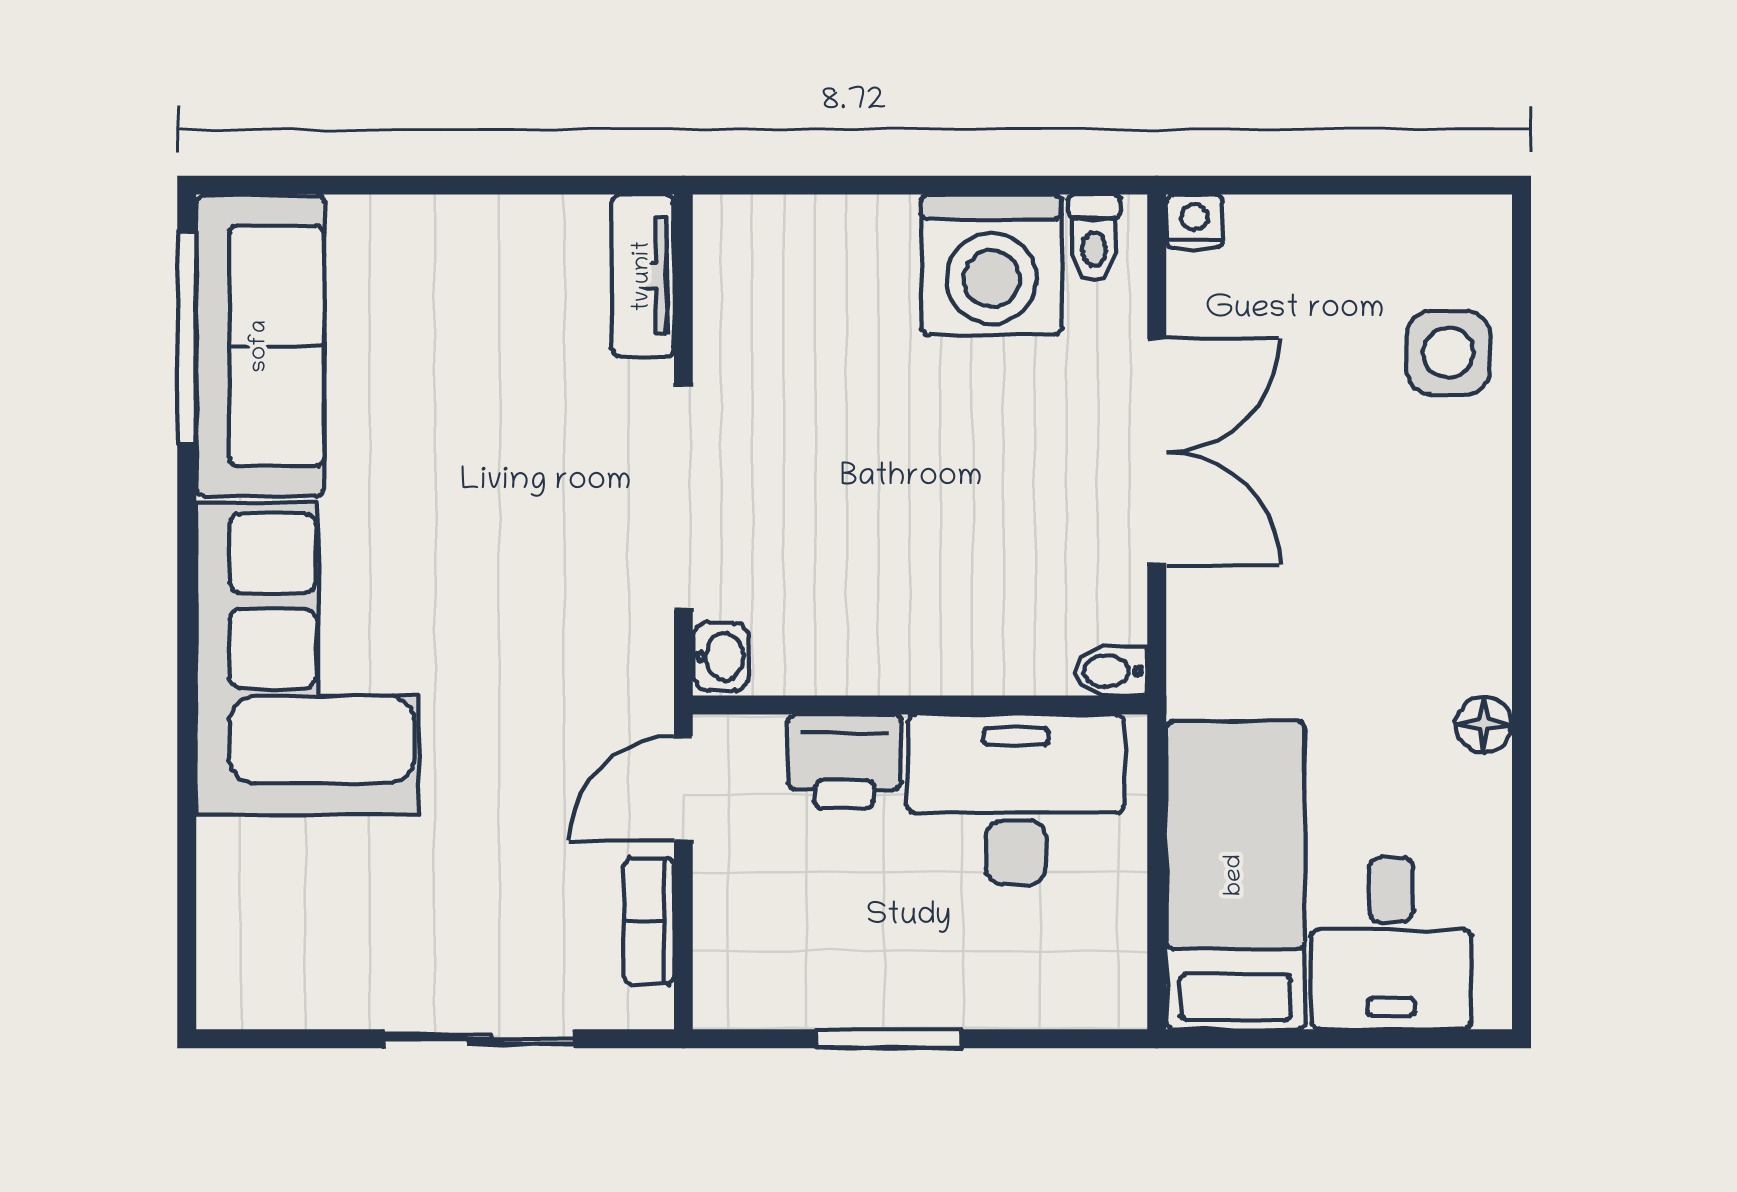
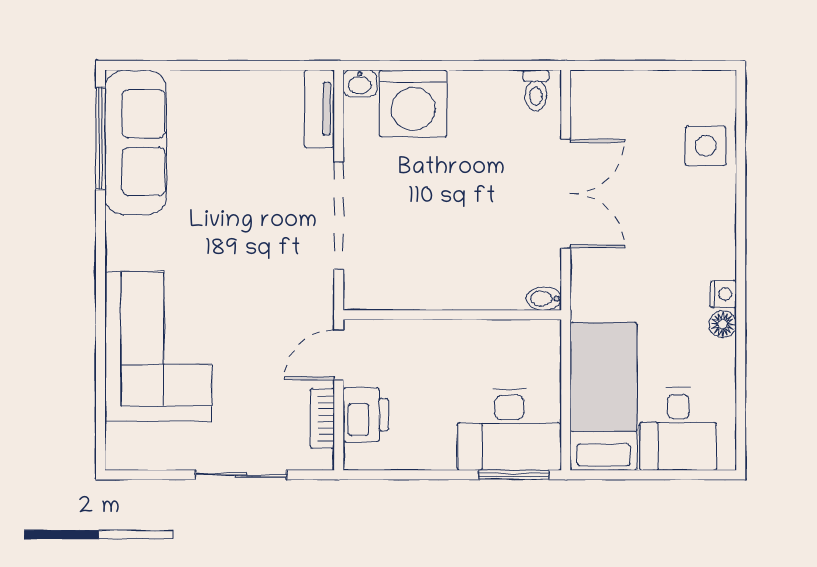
nightstand: (1195, 221) -> (723, 294), moved, turned 90
washing machine: (992, 265) -> (413, 104), moved
washbasin: (721, 656) -> (360, 83), moved, turned 90
corner sofa: (307, 659) -> (158, 346), moved
printer: (844, 761) -> (366, 415), moved, turned -90
desk: (1016, 799) -> (509, 430), moved, turned 180
window: (889, 1039) -> (514, 475), moved

